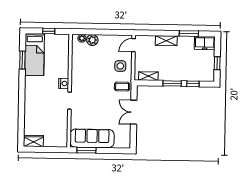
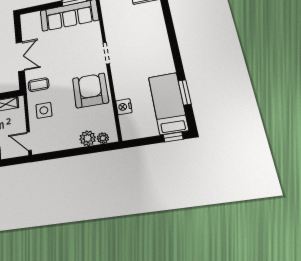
window: (49, 31) -> (173, 137), moved
door: (134, 45) -> (29, 141), swing flipped
armchair: (85, 74) -> (90, 90), added
nightstand: (64, 84) -> (124, 107), moved

